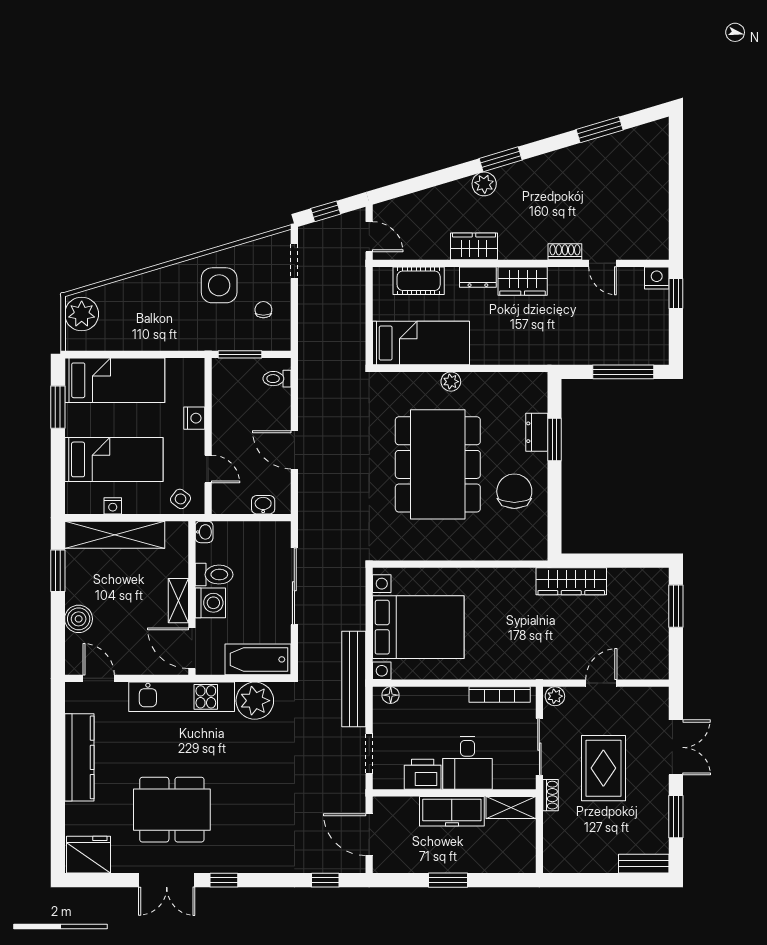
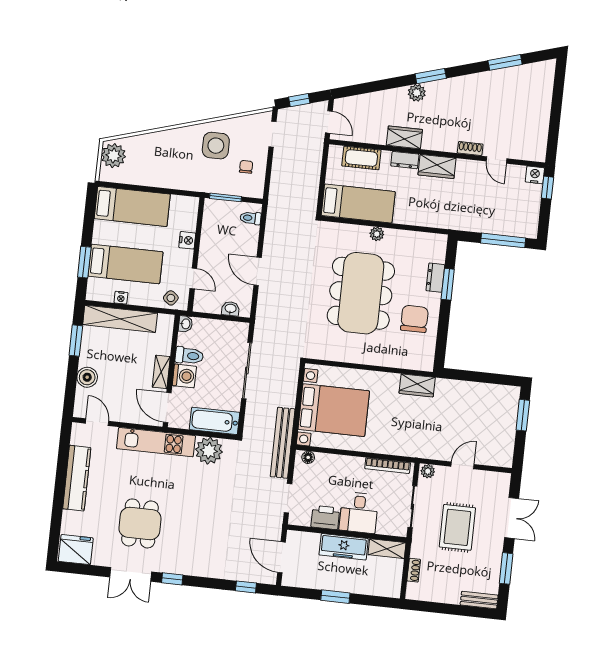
window: (58, 407) -> (84, 262), moved
wardrobe: (571, 581) -> (417, 385), moved, width x0.67
shoe rack: (551, 795) -> (414, 570), moved
dining table: (172, 810) -> (140, 523), width x0.73

